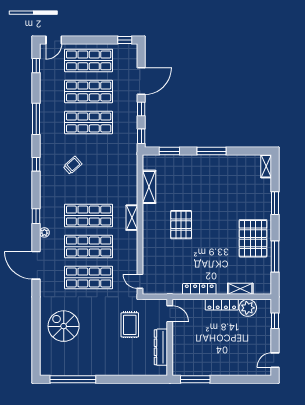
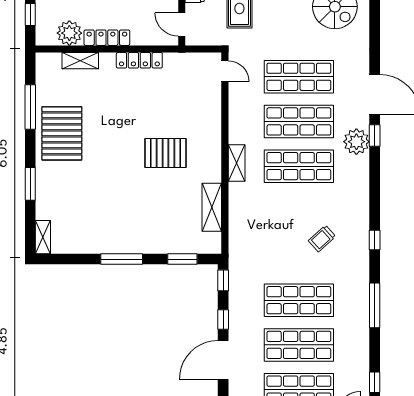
window: (36, 216) -> (375, 135), moved
pallet: (181, 225) -> (166, 153), turned 90
plant: (44, 232) -> (356, 142), width x1.88, depth x1.88

